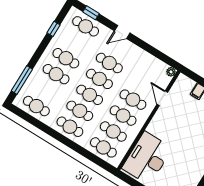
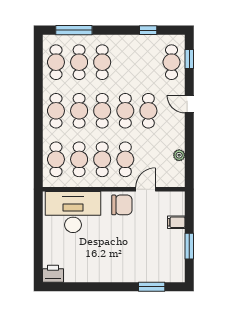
cafe table: (66, 58) -> (79, 62), moved
plant: (171, 72) -> (179, 155), moved
chair: (163, 121) -> (122, 205), added

